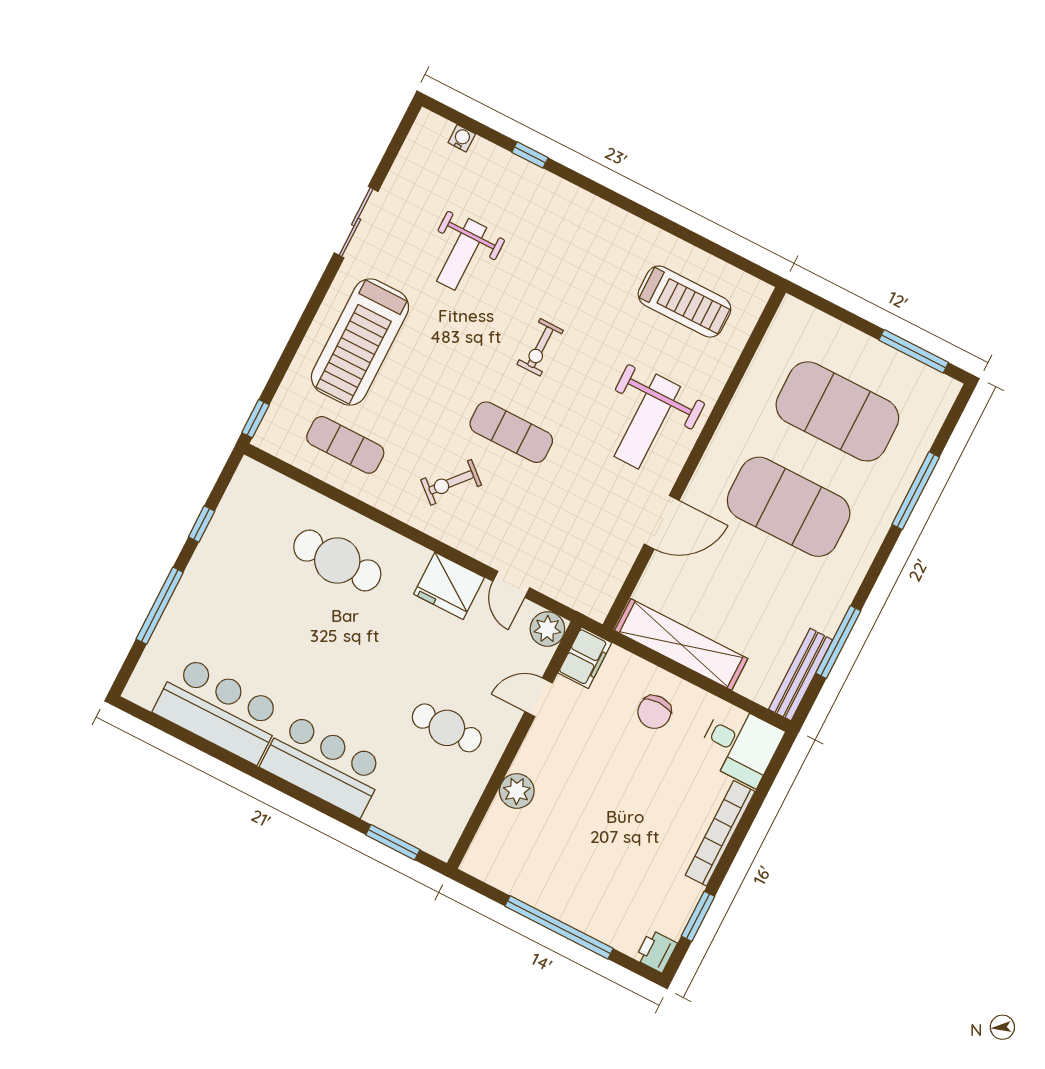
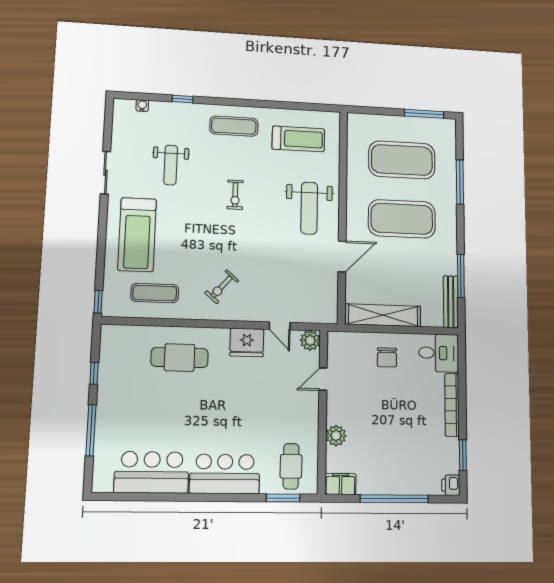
exercise mat: (511, 432) -> (234, 126), moved
filing cabinet: (585, 658) -> (340, 484), moved, turned -90
cafe table: (447, 728) -> (291, 466), moved, turned 90

